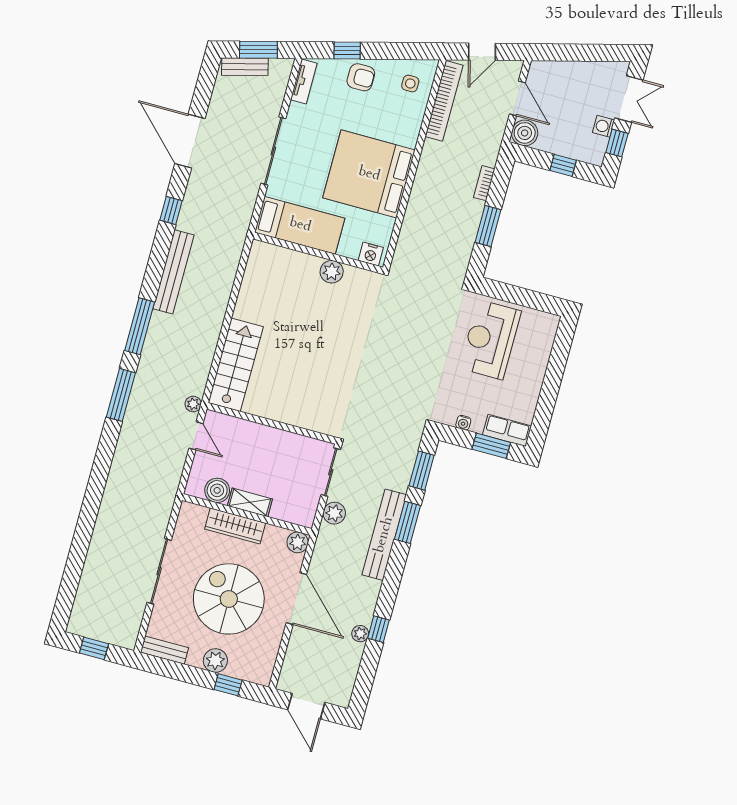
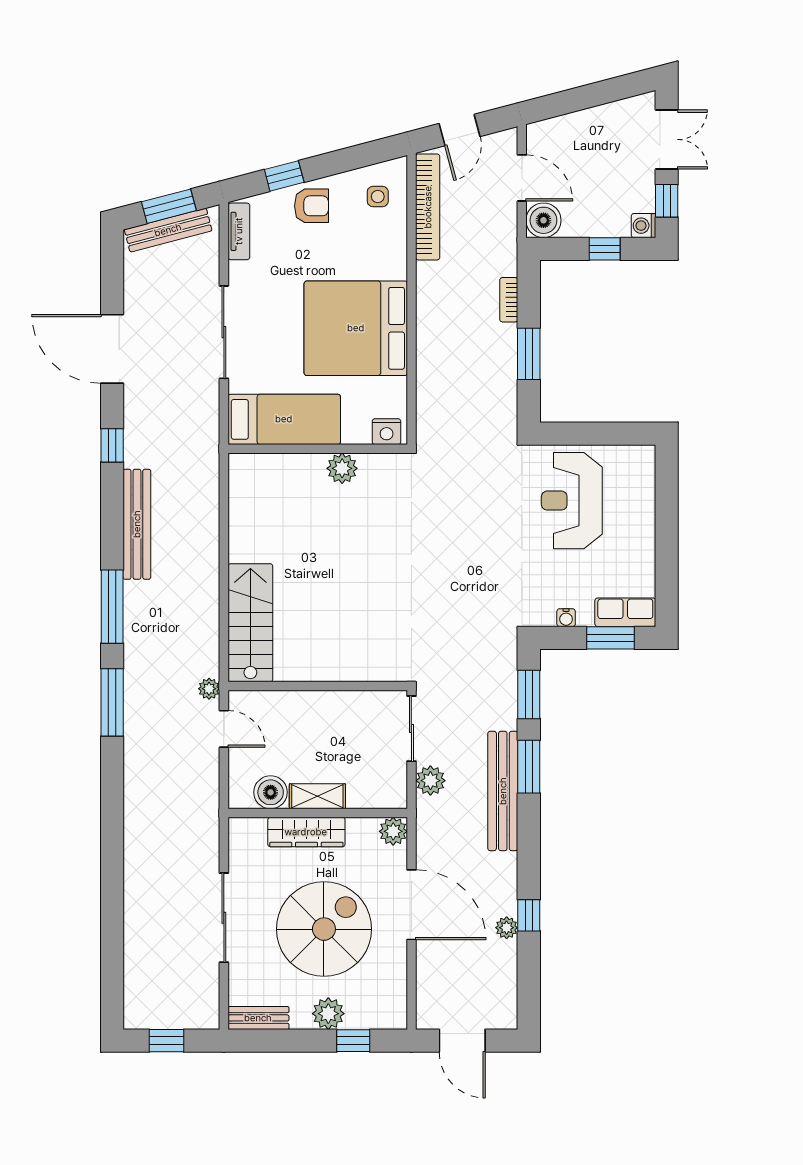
bench: (245, 67) -> (168, 230), width x1.36
washing machine: (604, 126) -> (643, 226), moved
spiral stairs: (229, 599) -> (324, 929), turned 90

